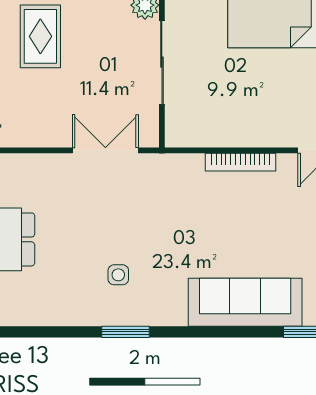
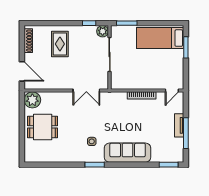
double door: (105, 150) -> (86, 91), swing flipped
sofa: (245, 302) -> (128, 153), moved

